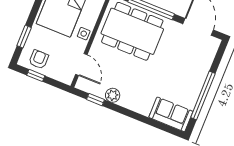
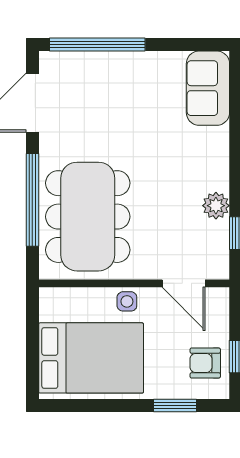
door: (81, 65) -> (184, 283), swing flipped
window: (203, 95) -> (97, 44), moved

